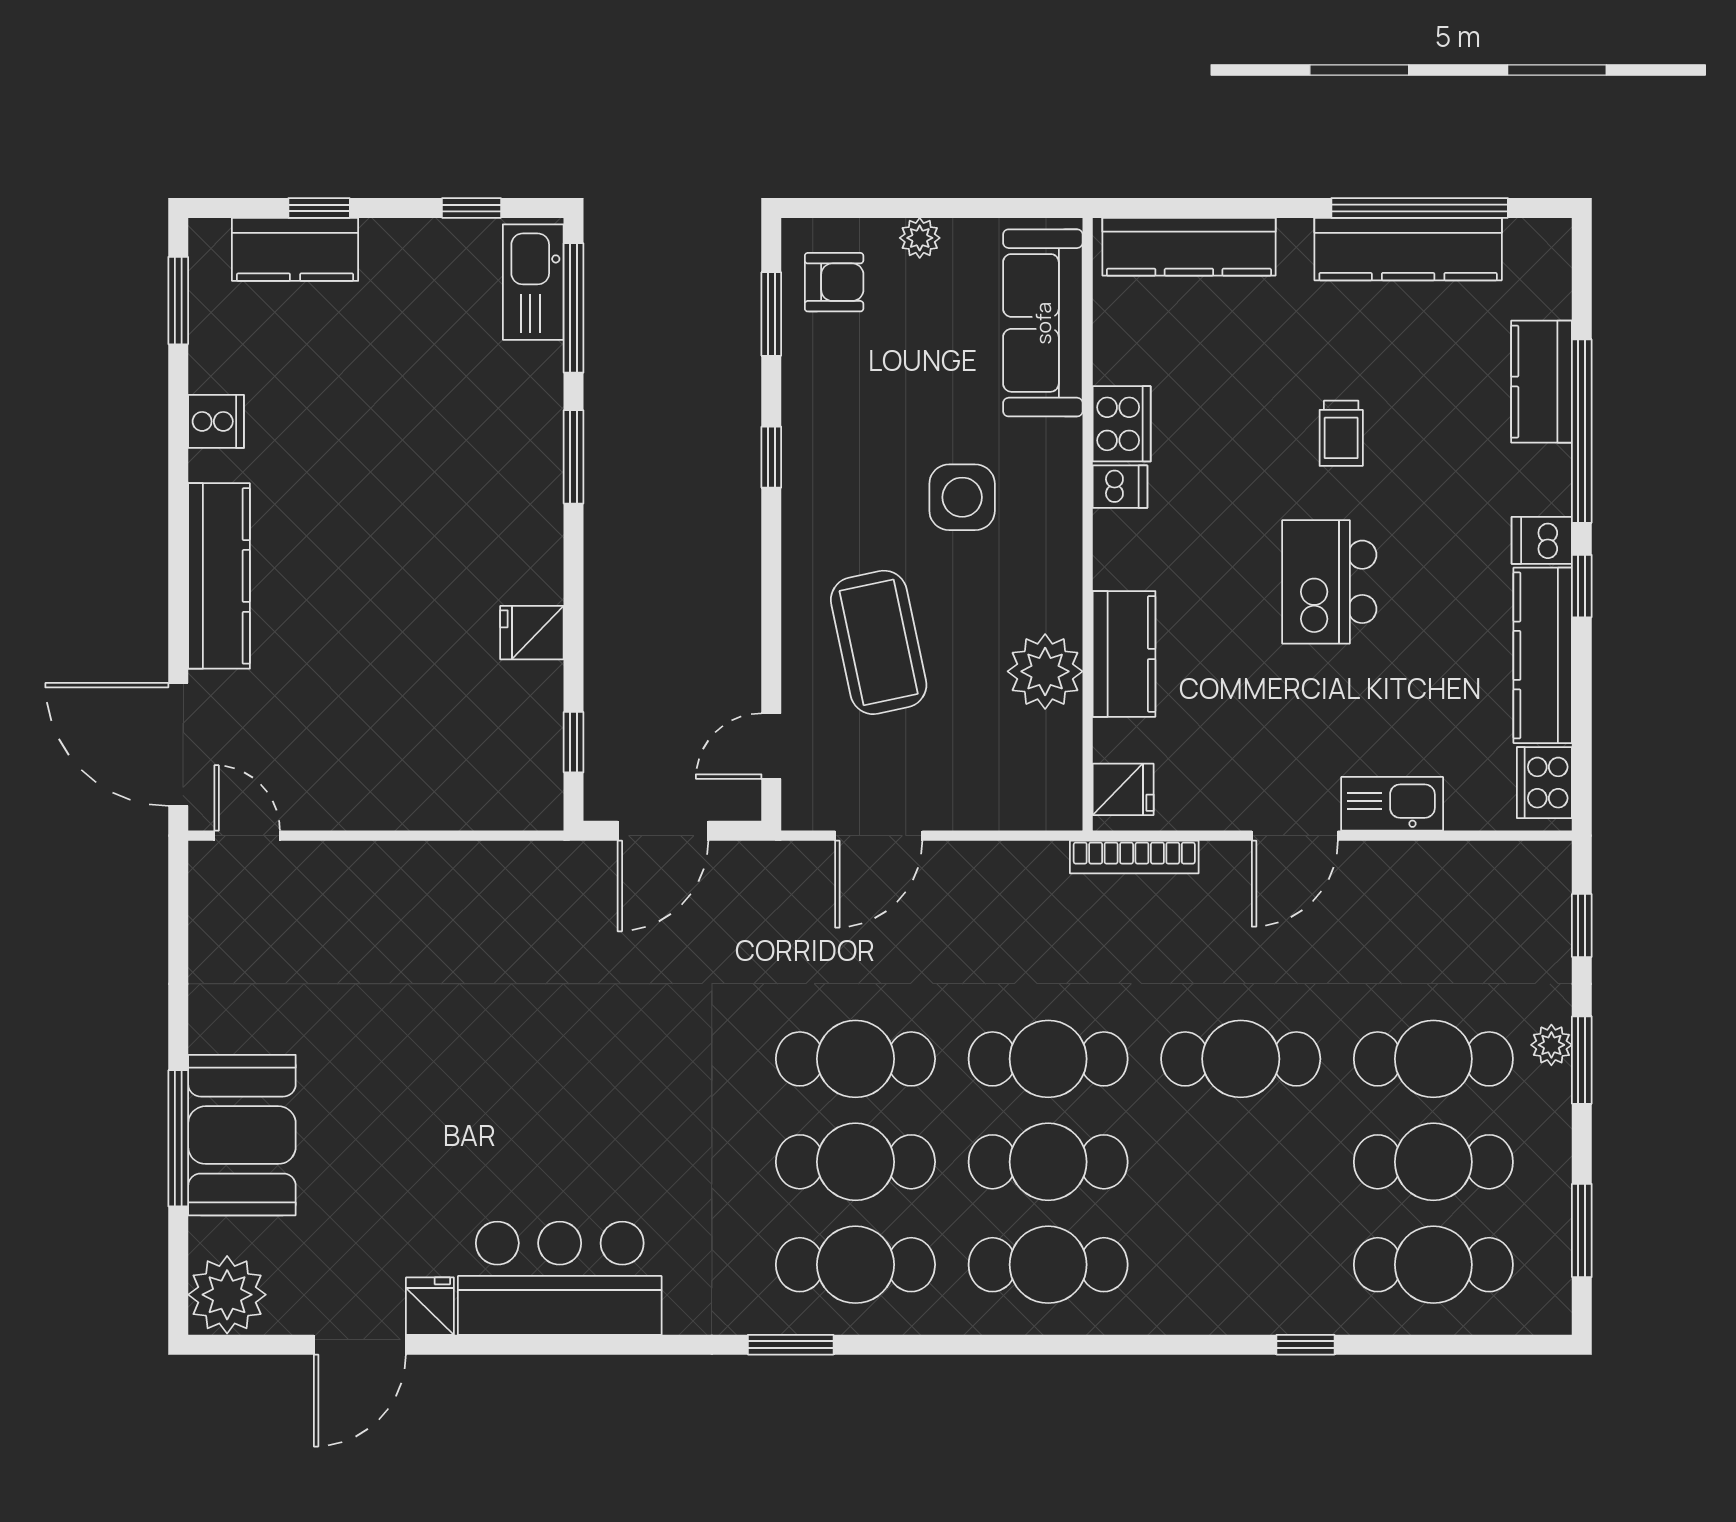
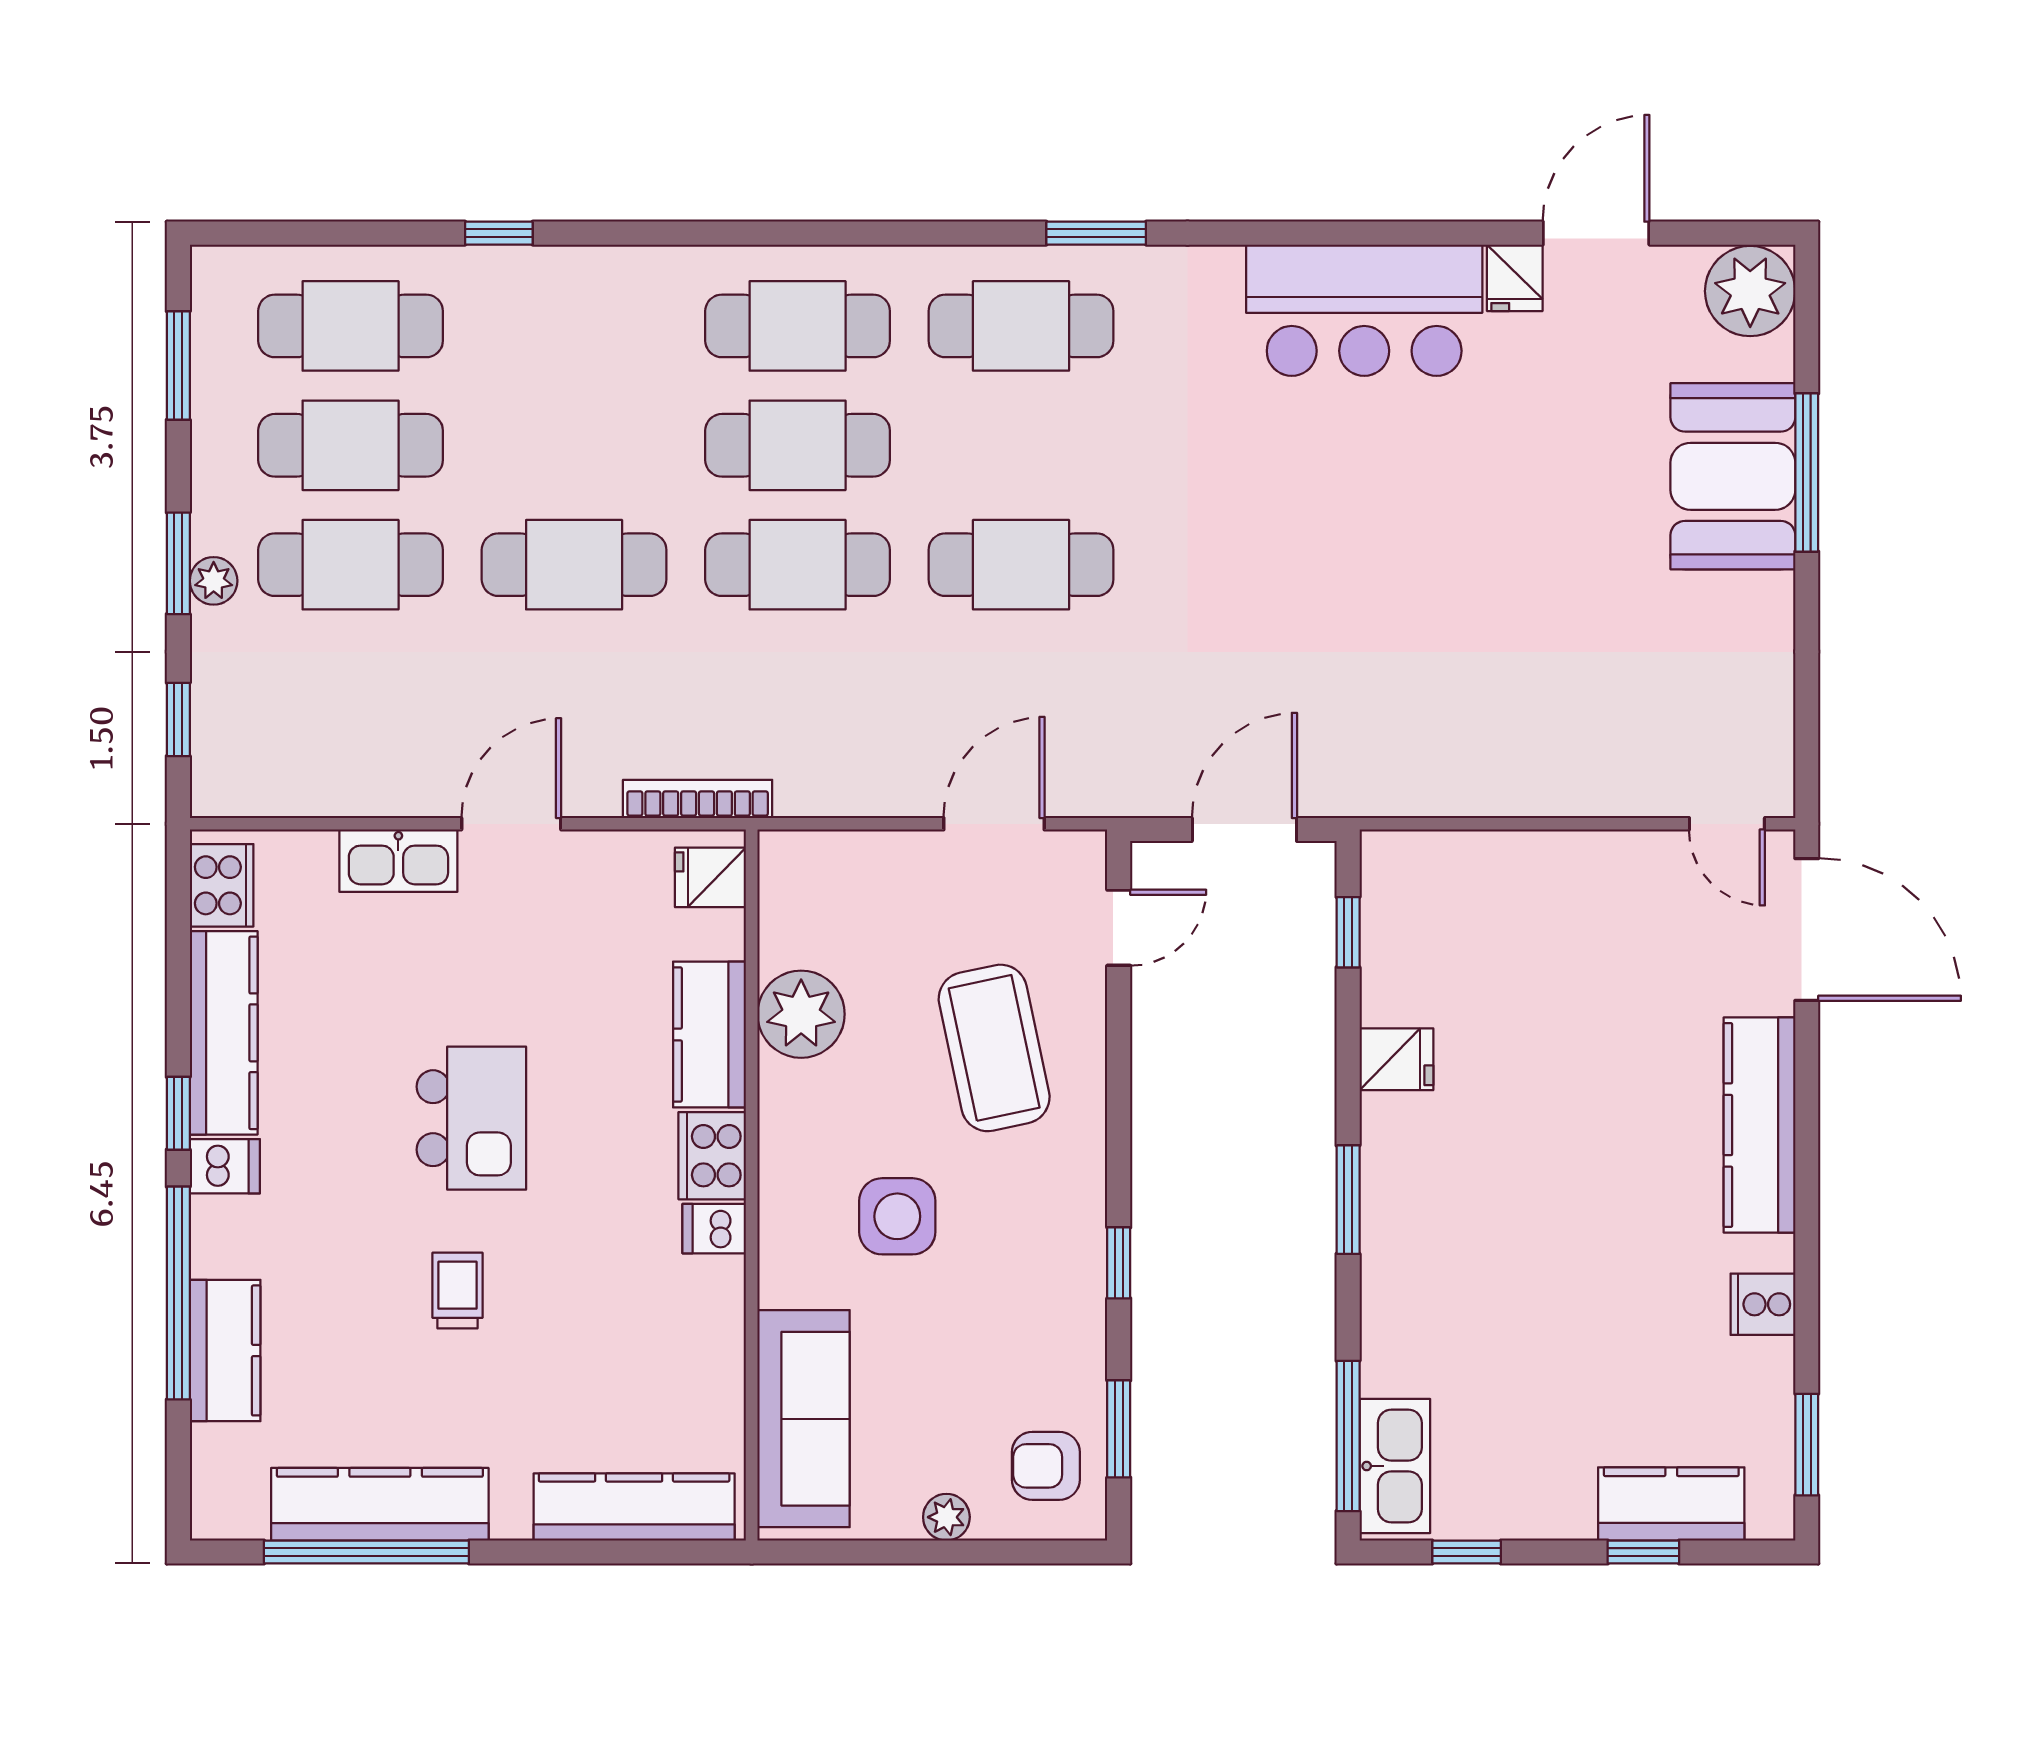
cooker: (1122, 424) -> (712, 1156), moved
window: (574, 457) -> (1348, 1200), moved
cafe table: (855, 1162) -> (1021, 445), removed

